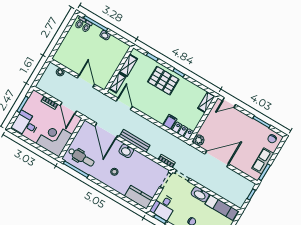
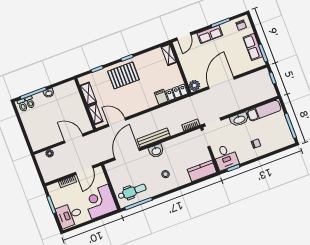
door: (68, 108) -> (84, 170), hinge flipped
row of seats: (246, 121) -> (210, 34), added
door: (106, 131) -> (127, 154), swing flipped

